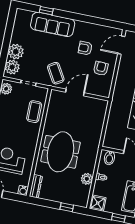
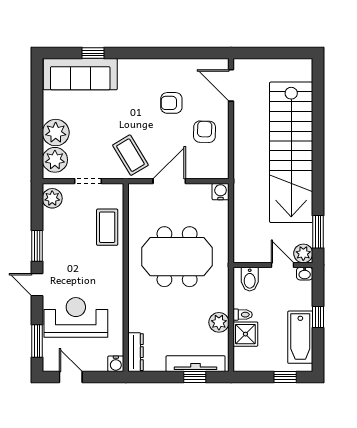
sofa: (53, 24) -> (80, 74), moved
door: (121, 45) -> (231, 85), hinge flipped
water cooler: (103, 104) -> (221, 192), added
meeting table: (61, 152) -> (177, 257), moved, turned 90
tv unit: (69, 200) -> (196, 364), added
shower: (98, 203) -> (245, 334), moved

